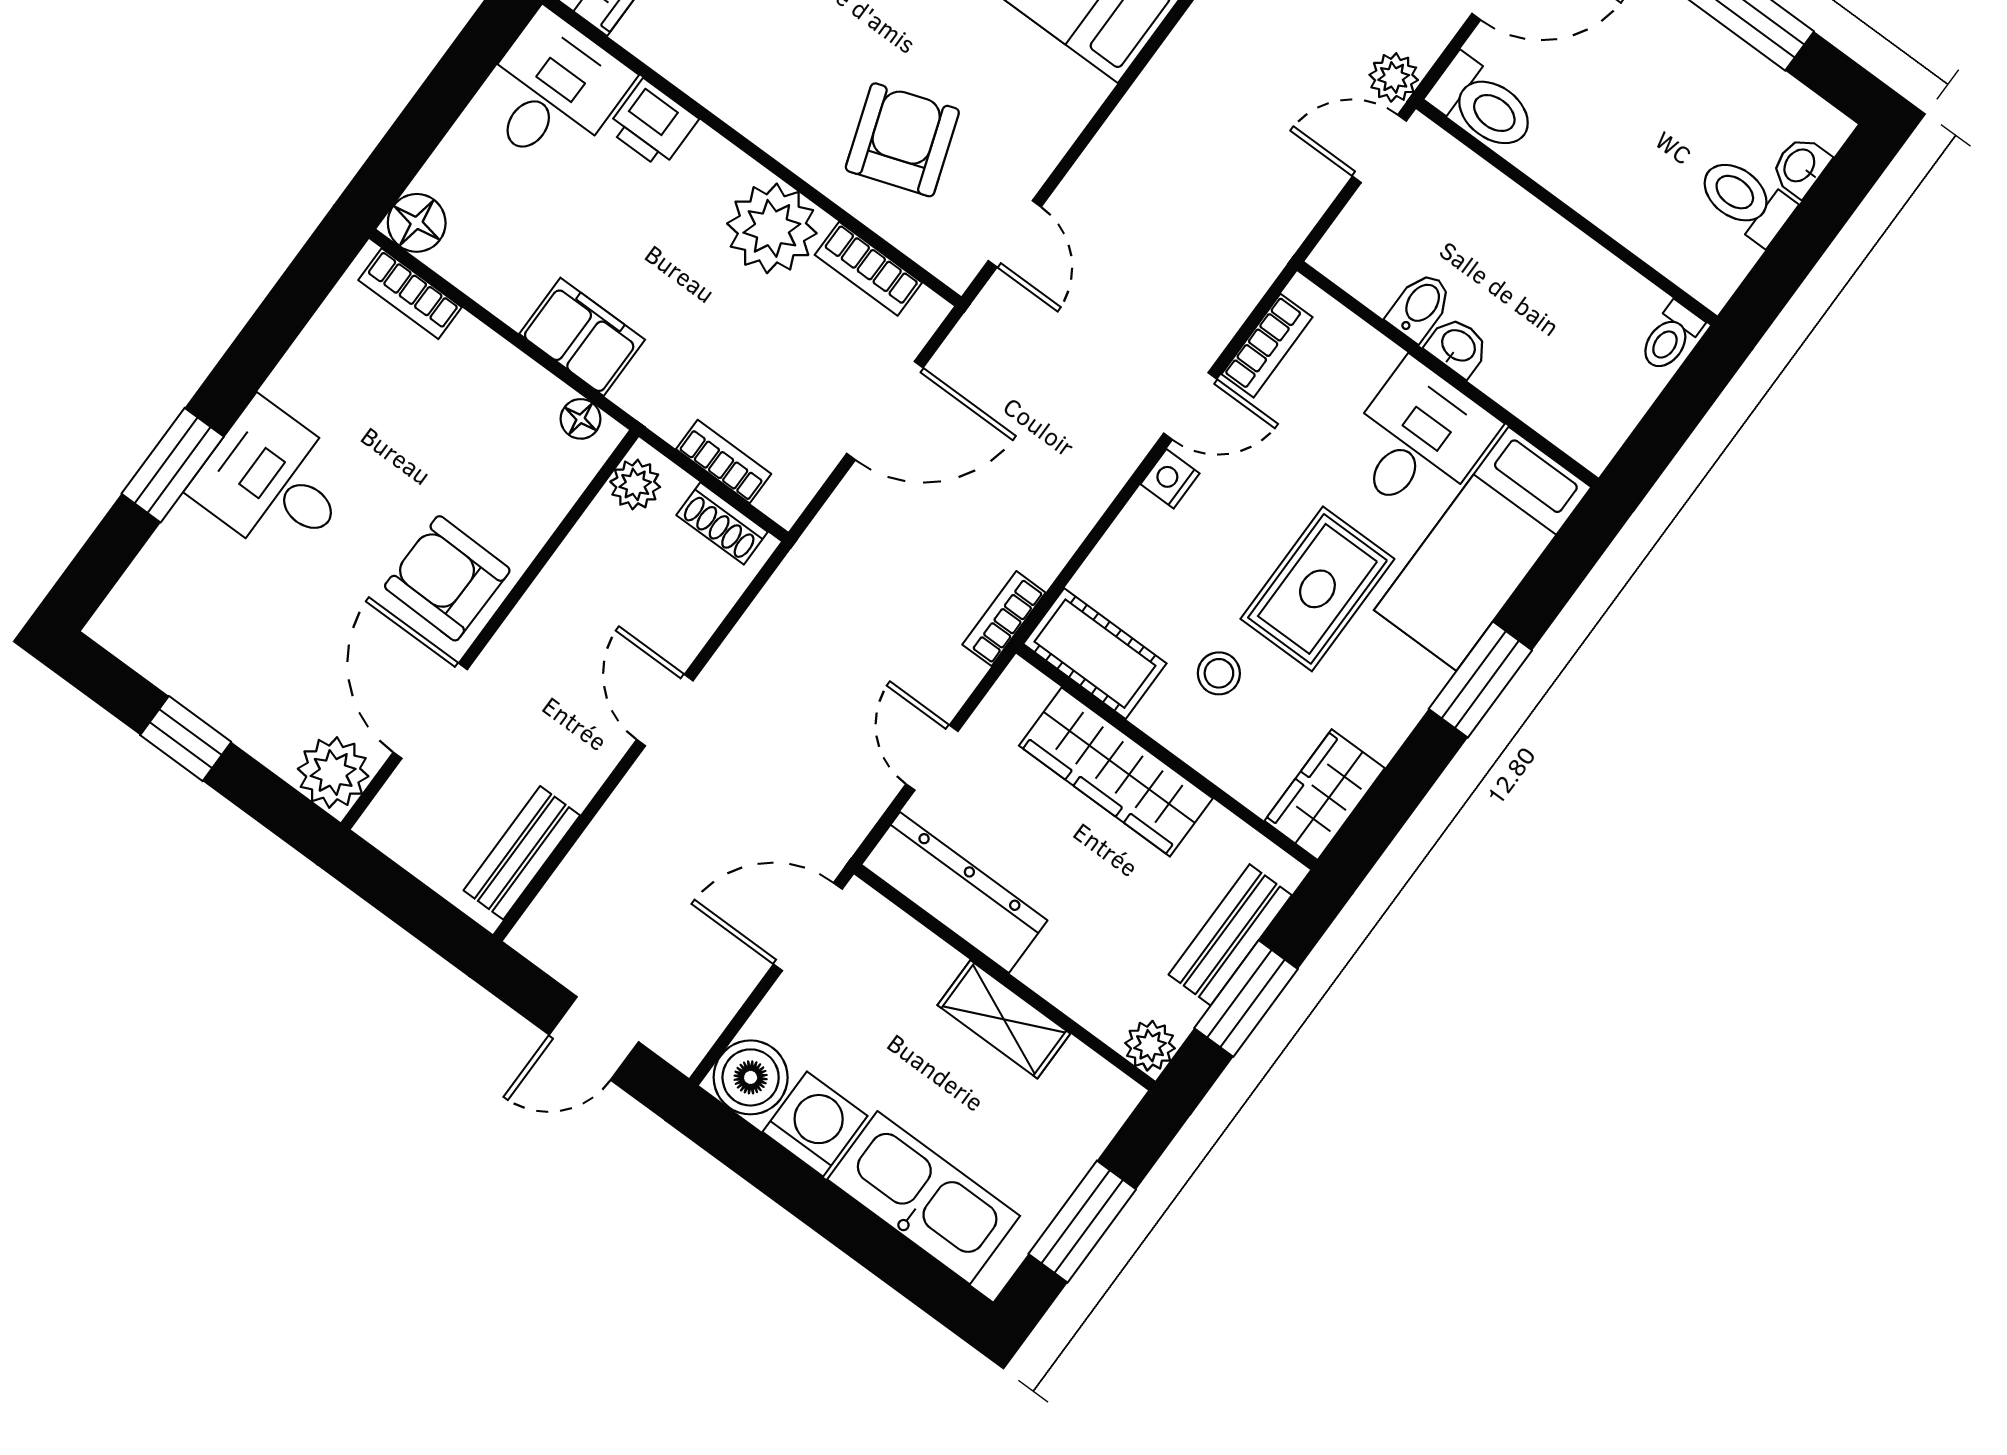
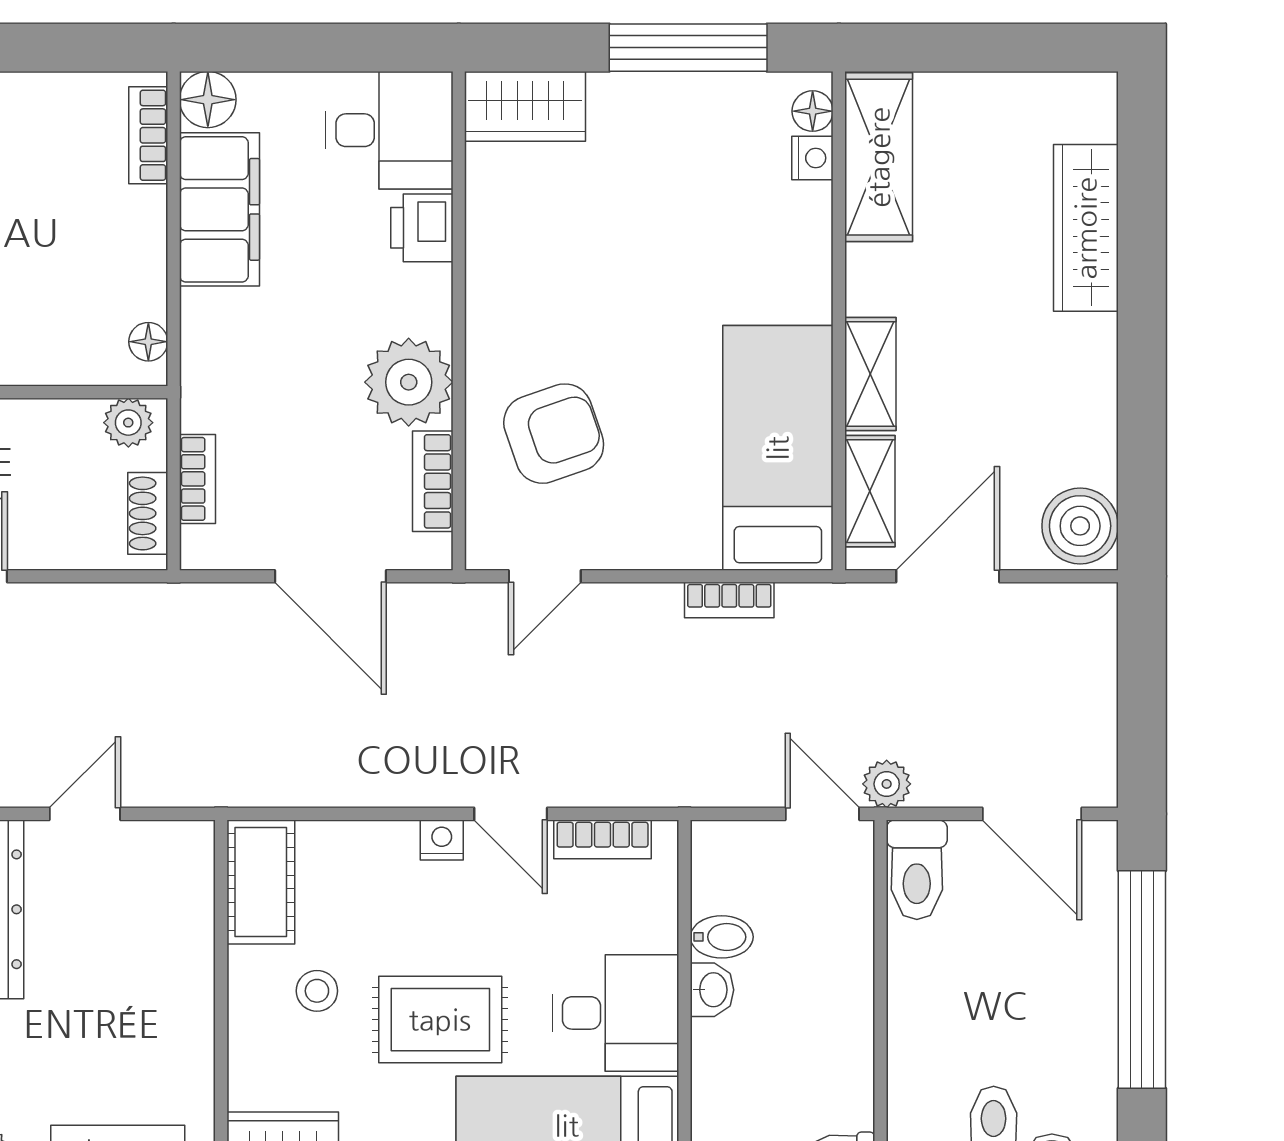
filing cabinet: (582, 337) -> (219, 209), moved, width x1.50, depth x1.17
bookcase: (1004, 619) -> (729, 600), moved, turned 180
wardrobe: (1116, 772) -> (180, 967), removed

